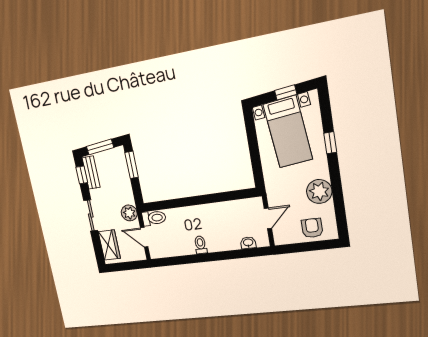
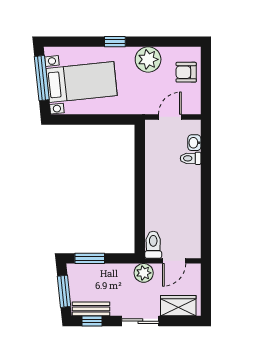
window: (286, 92) -> (42, 78), width x2.17
window: (330, 143) -> (115, 42), moved
door: (268, 218) -> (170, 117), hinge flipped
toilet: (200, 245) -> (191, 158), moved

